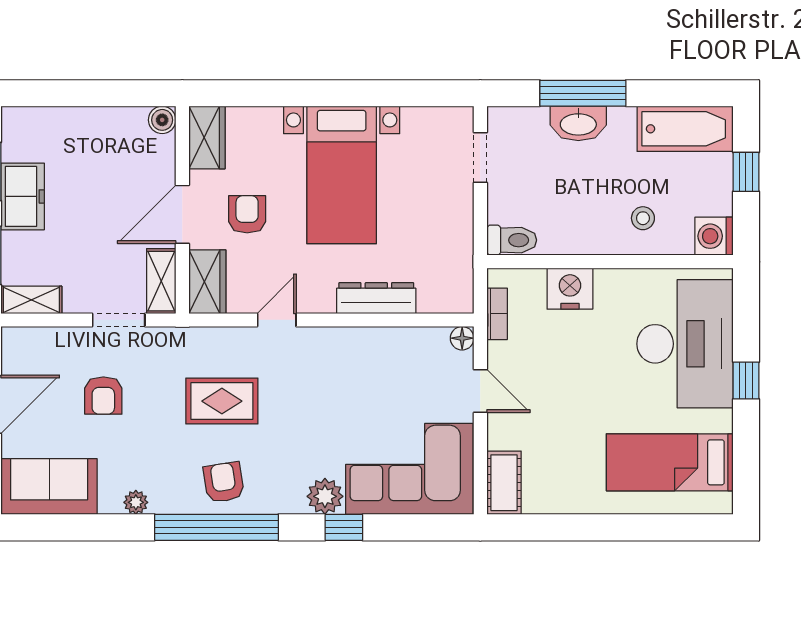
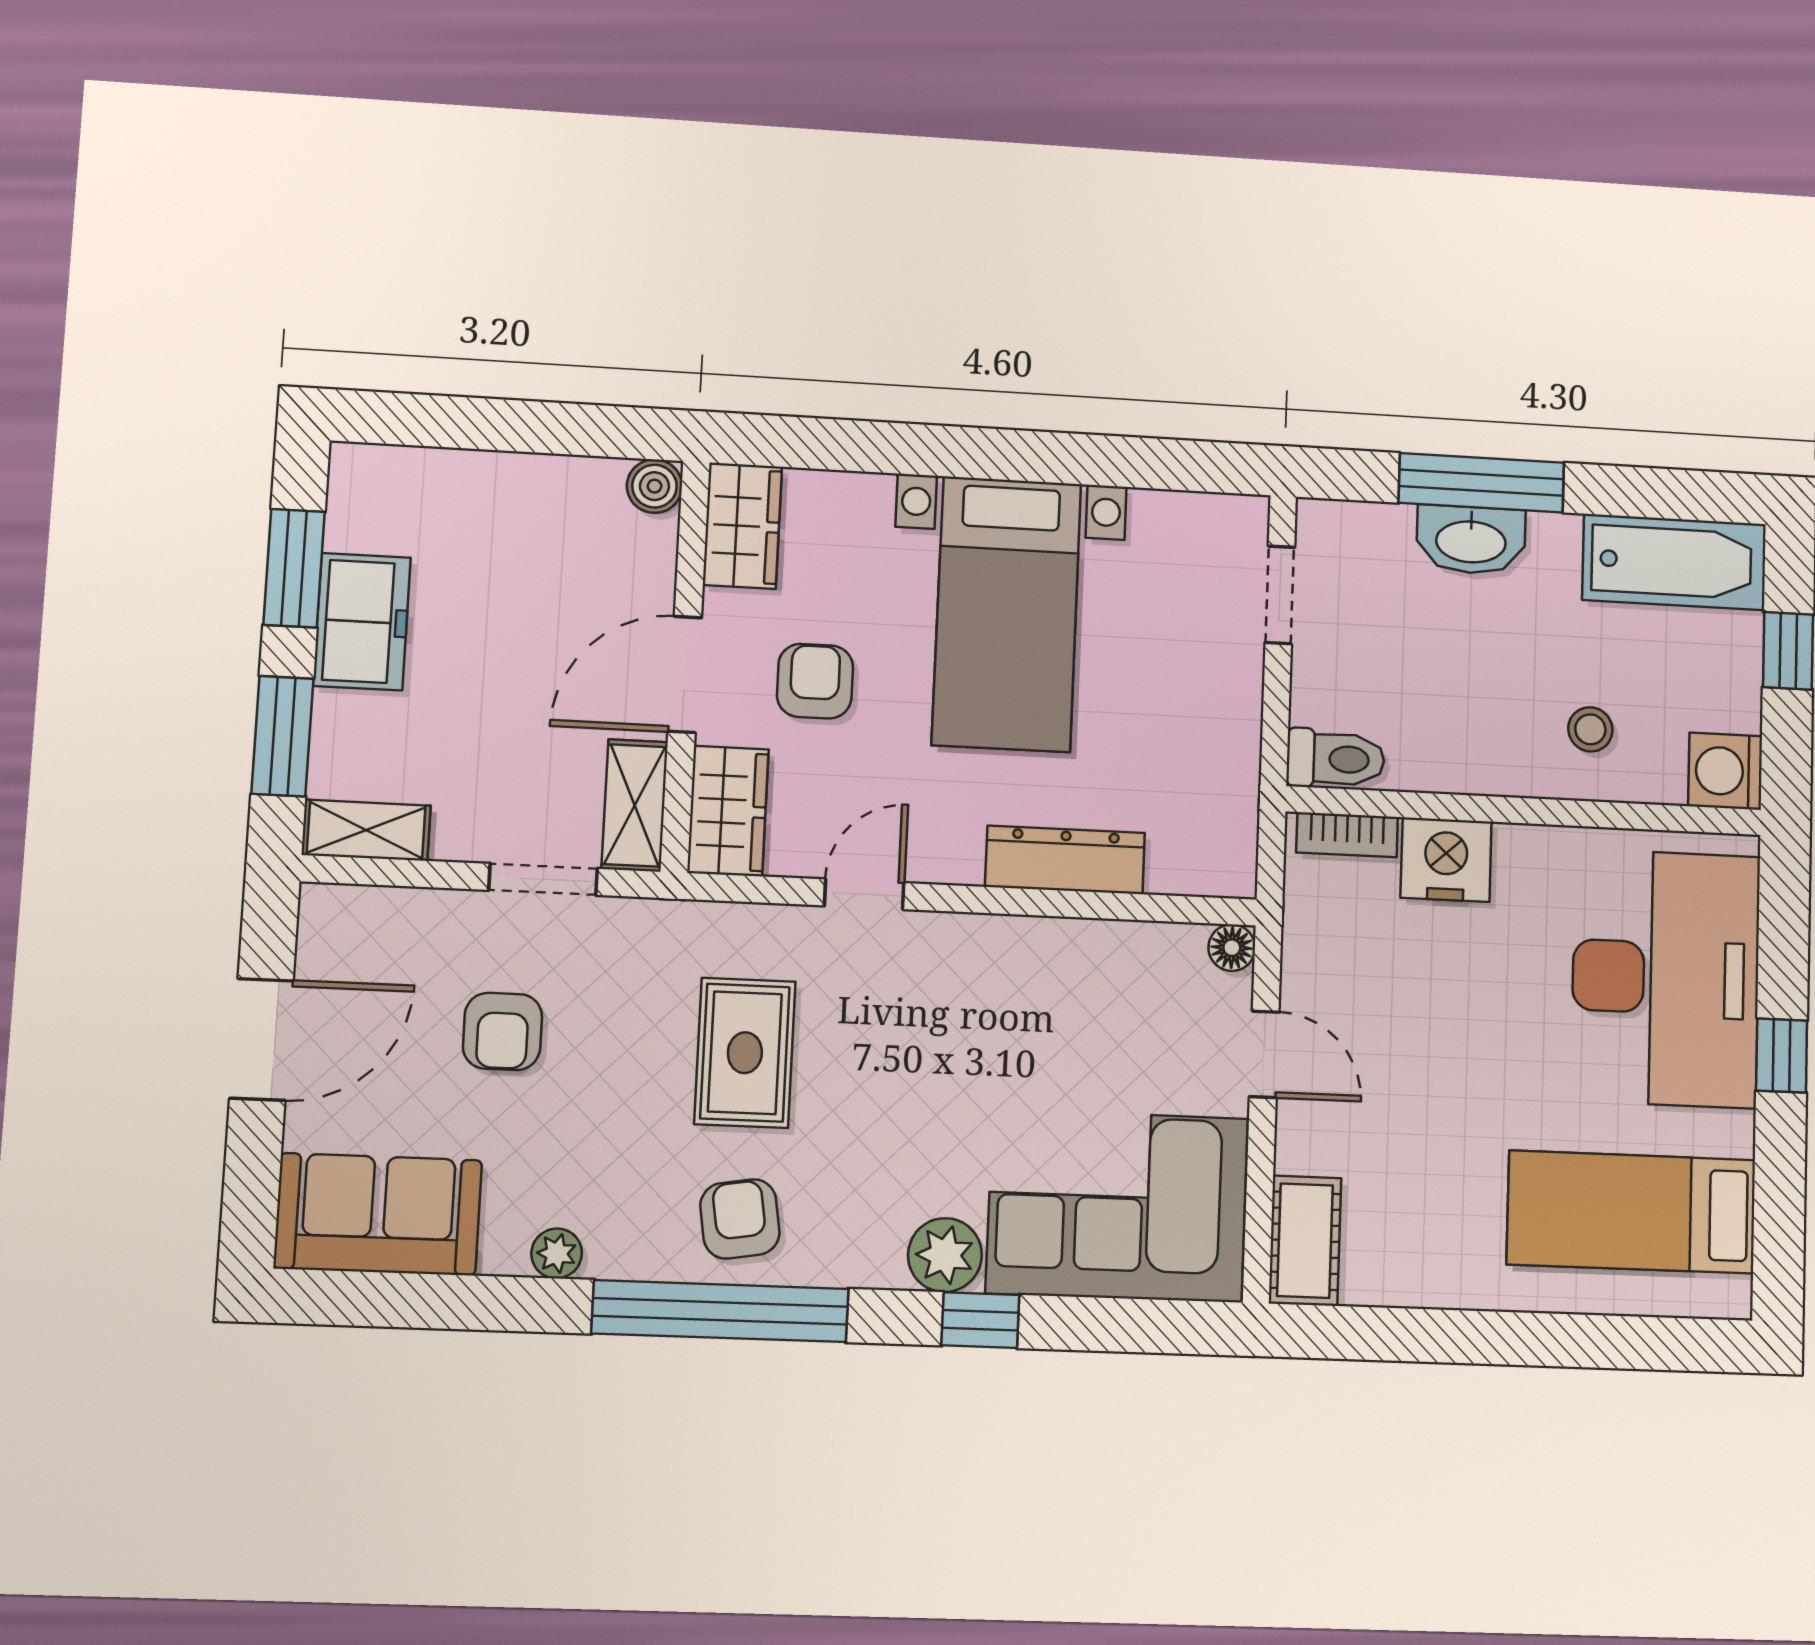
bookcase: (497, 314) -> (1347, 835), moved, turned 90
rug: (222, 401) -> (745, 1053), turned 90

